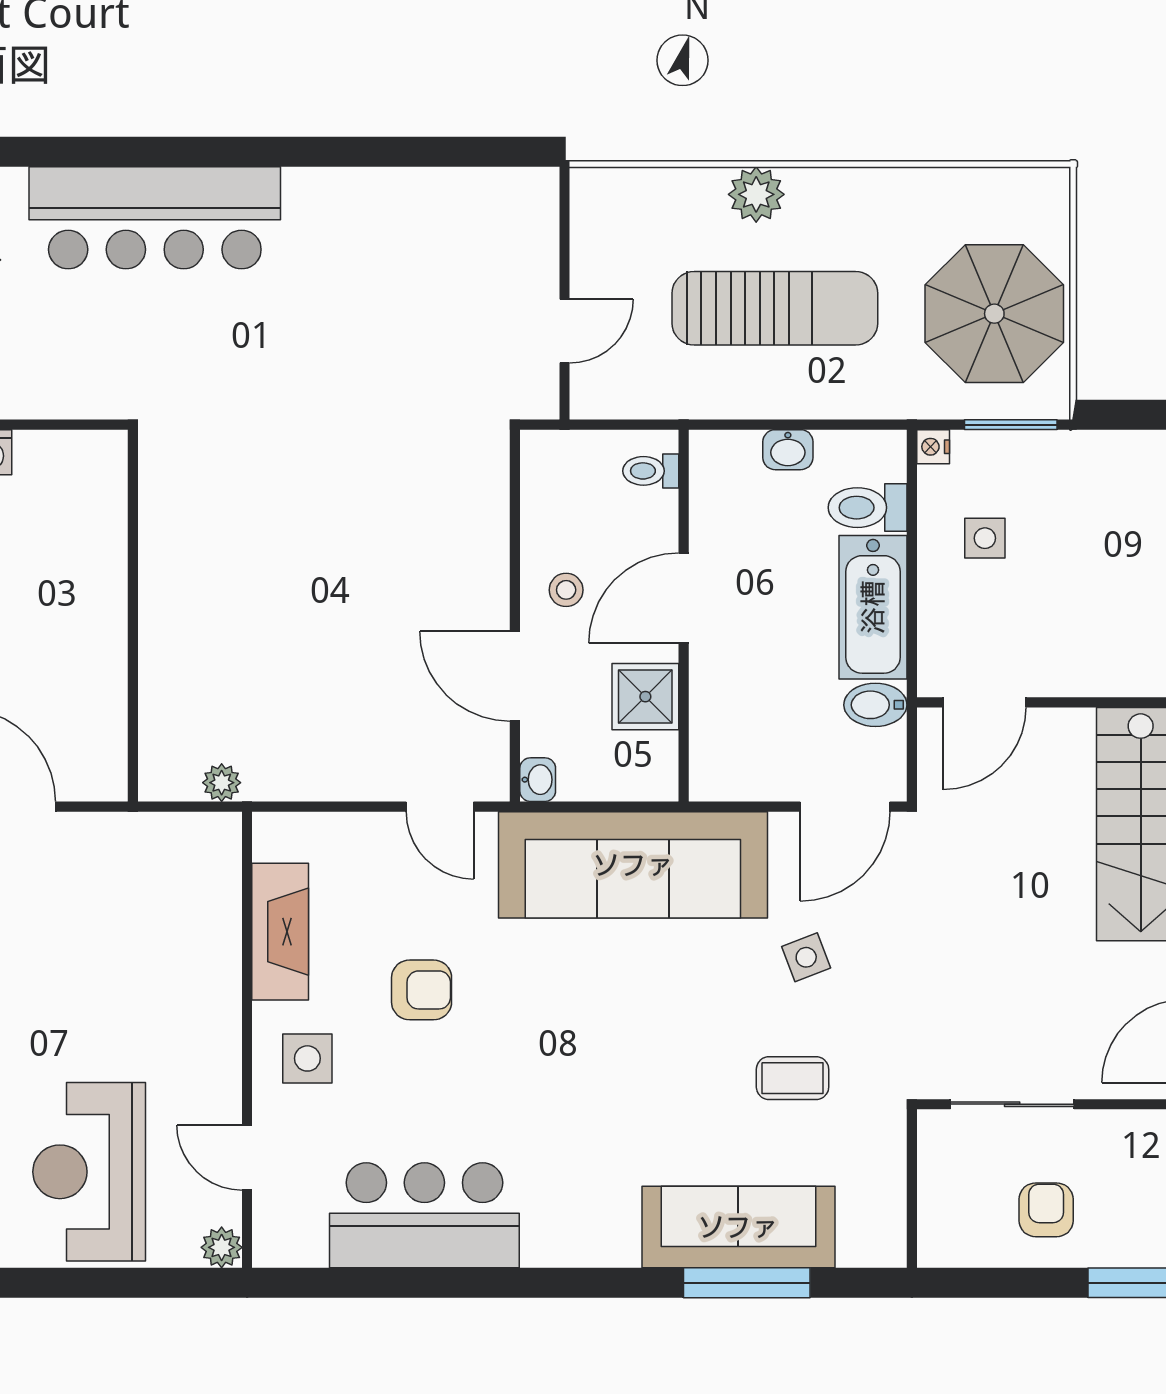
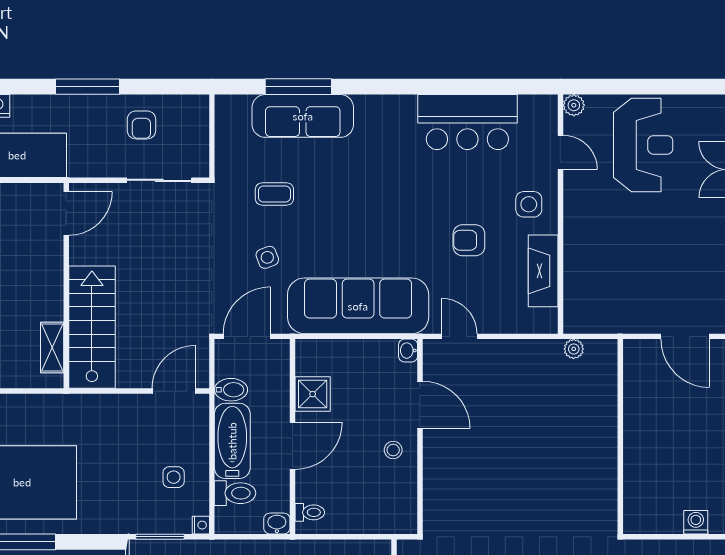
toilet: (651, 471) -> (310, 512), moved
door: (684, 598) -> (293, 446), moved
wall: (684, 616) -> (293, 437), moved
shower: (645, 697) -> (313, 394), moved

